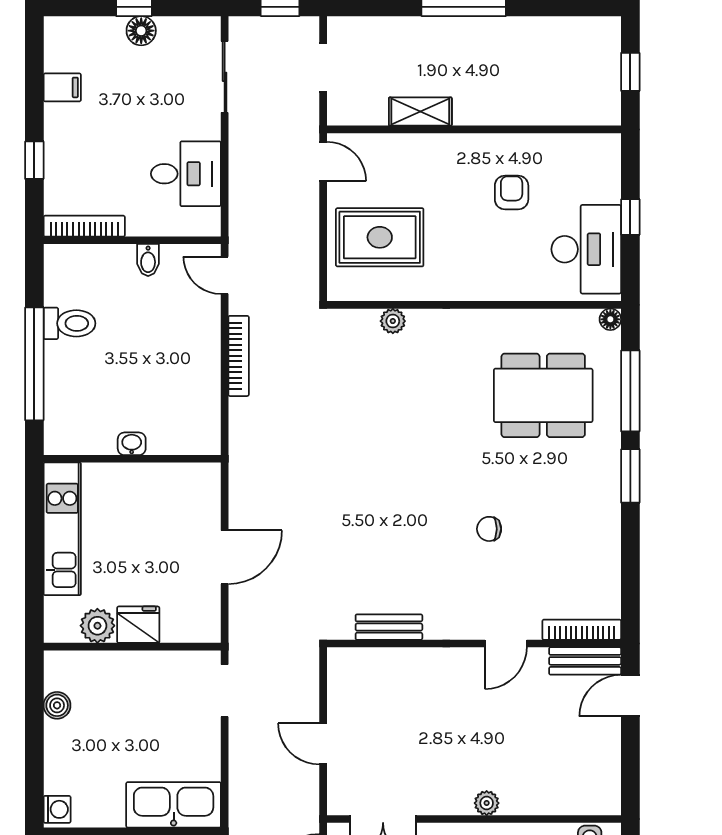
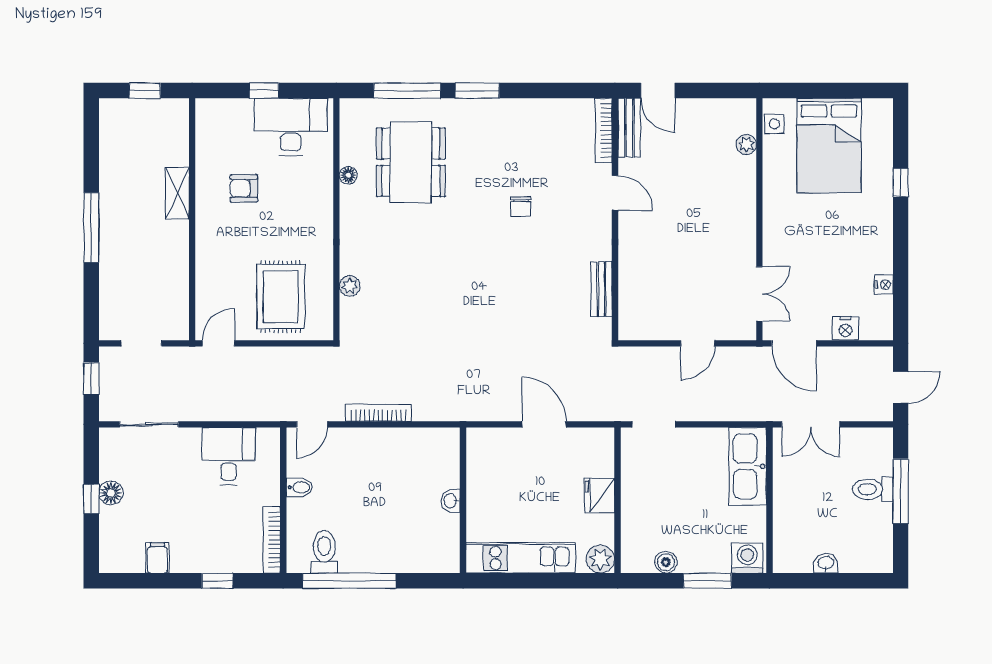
shelving: (420, 112) -> (177, 193), moved
floor lamp: (610, 319) -> (348, 175), moved
toilet: (70, 323) -> (324, 552), moved
window: (34, 364) -> (349, 581), moved
plant: (97, 626) -> (600, 559), moved
window: (34, 756) -> (707, 581), added
plant: (487, 803) -> (746, 144), moved
washing machine: (57, 809) -> (747, 558), width x1.38, depth x1.38

